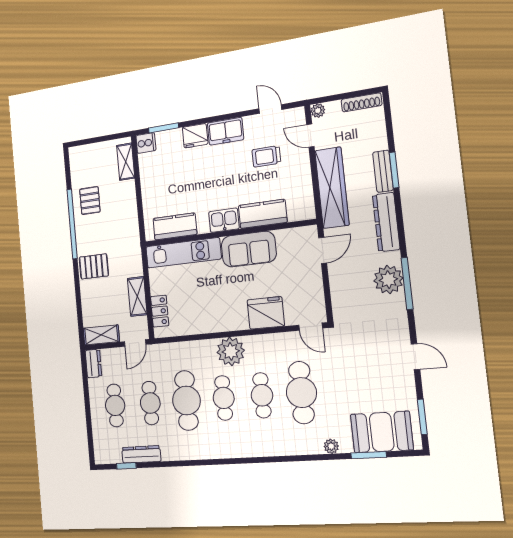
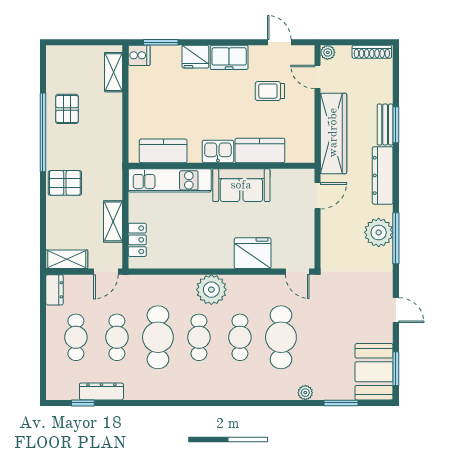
booth: (382, 432) -> (374, 372), moved, turned 90

